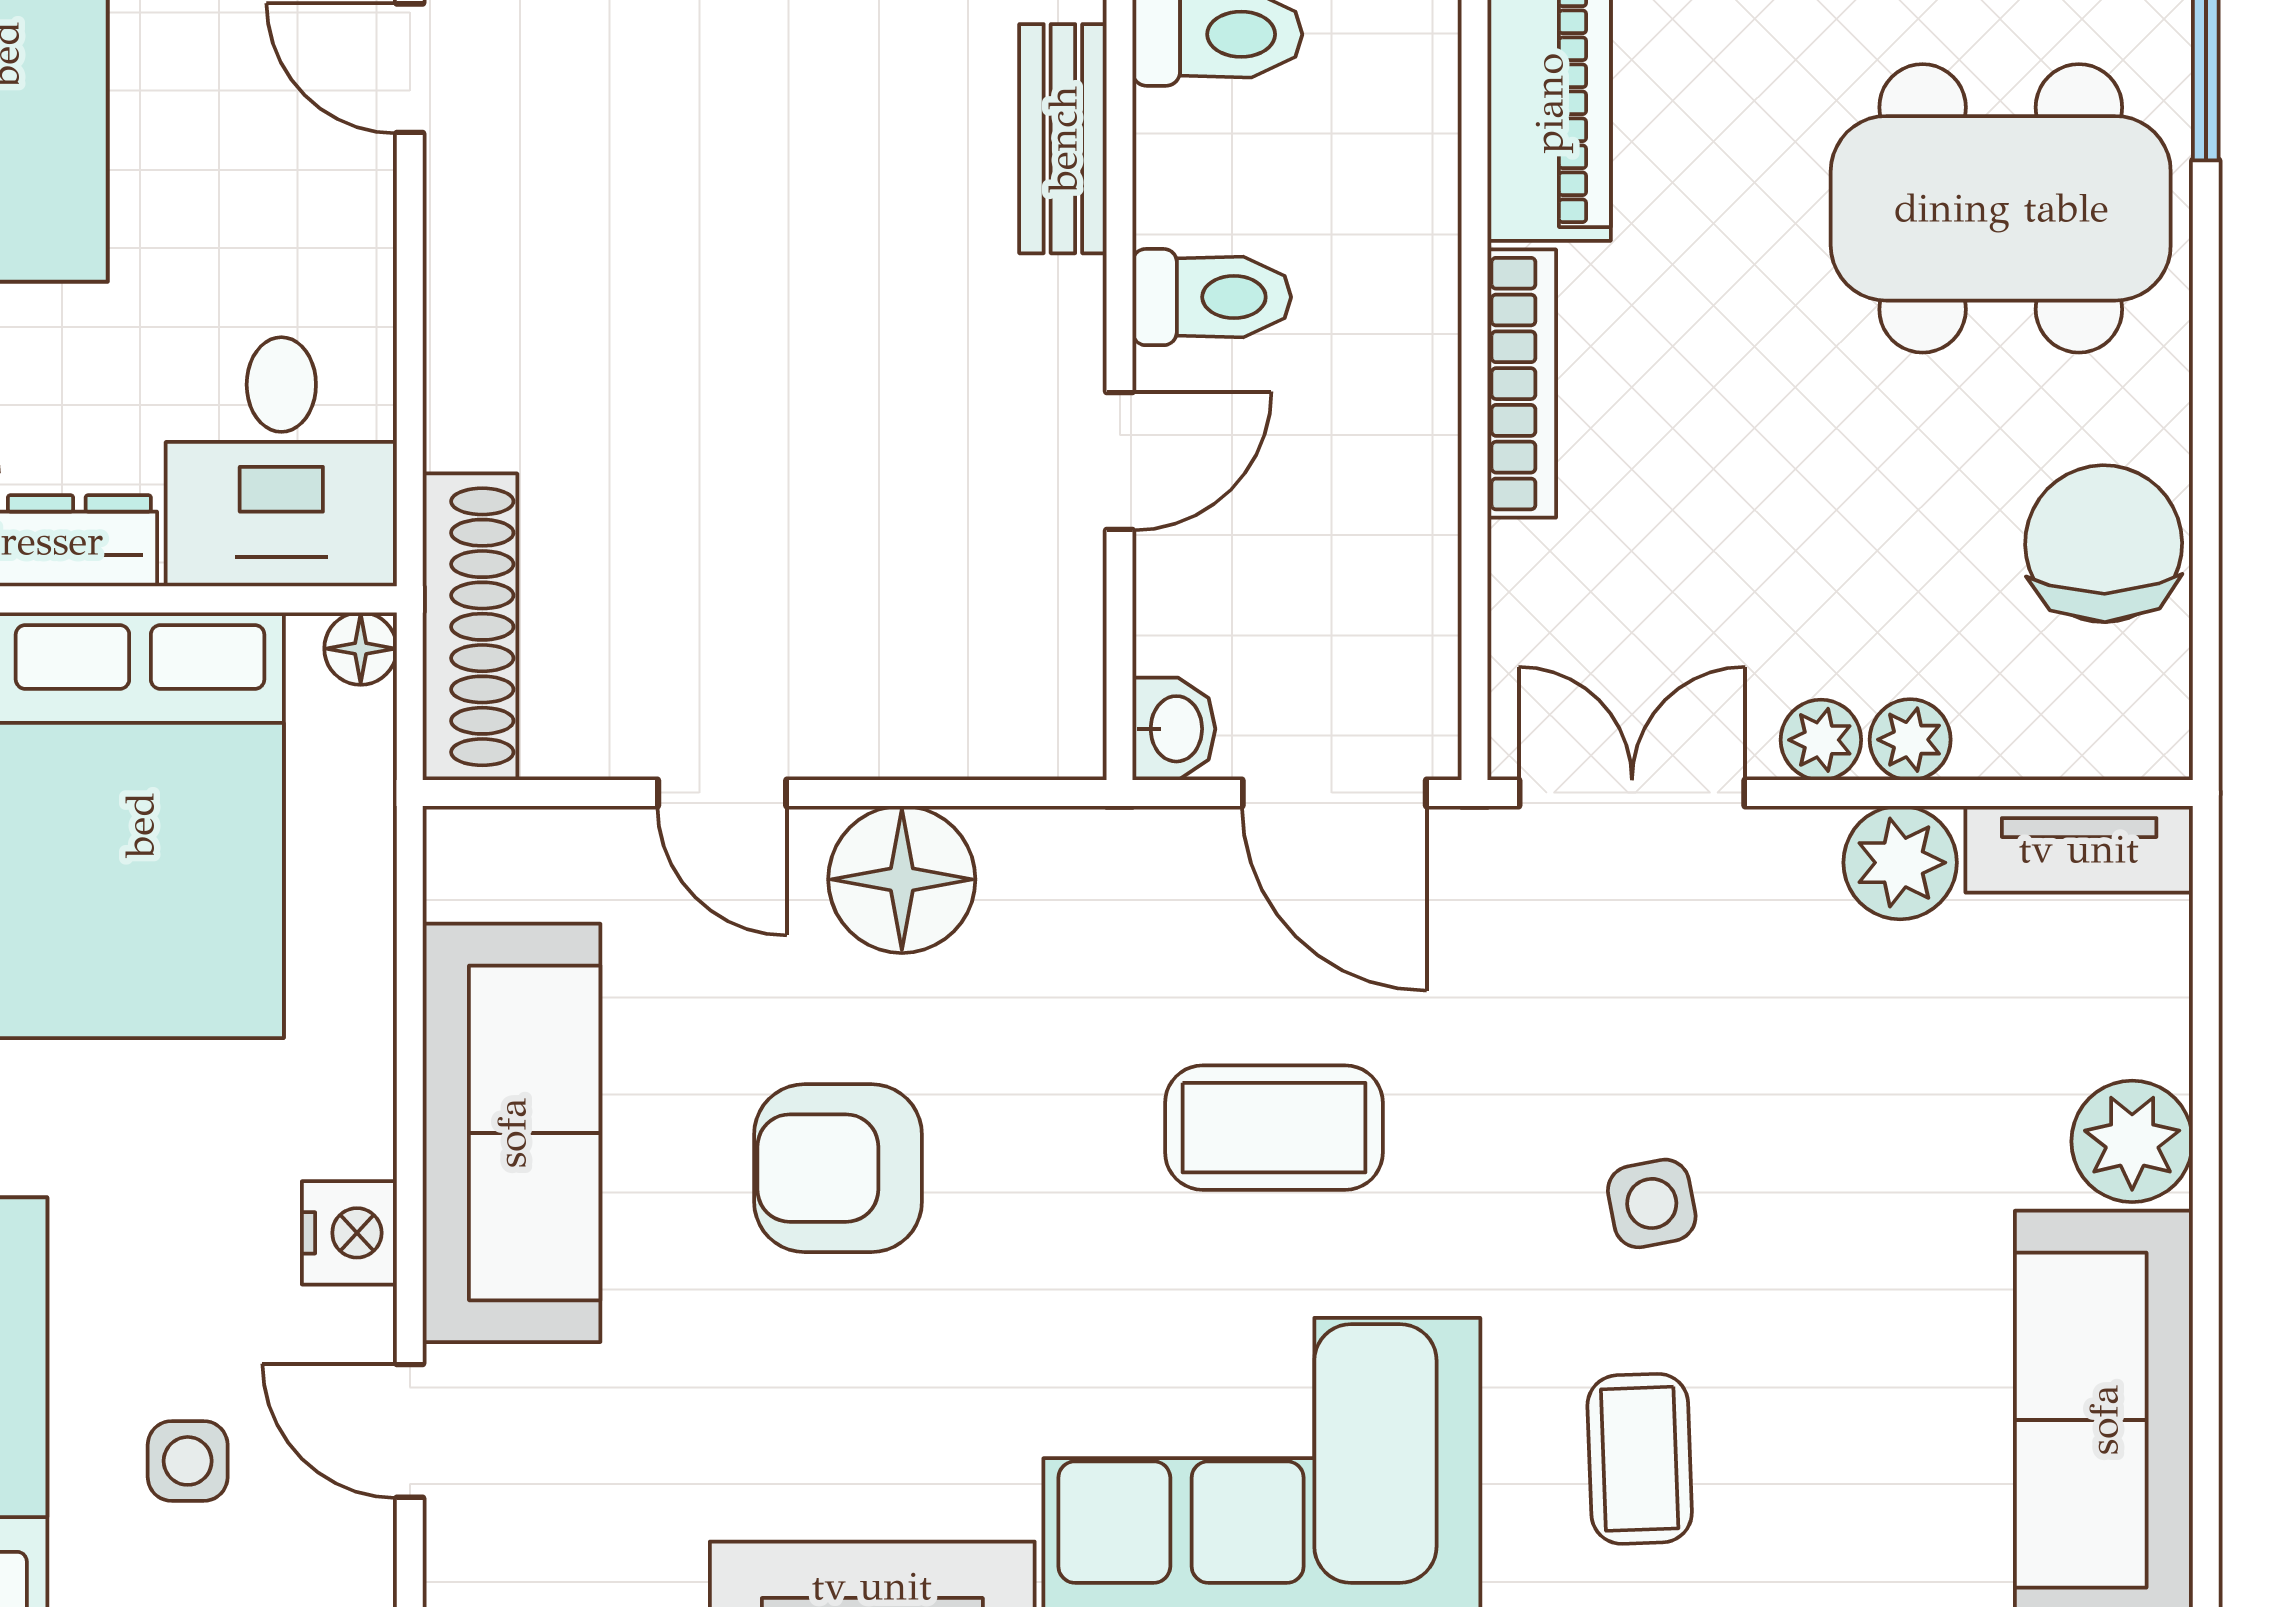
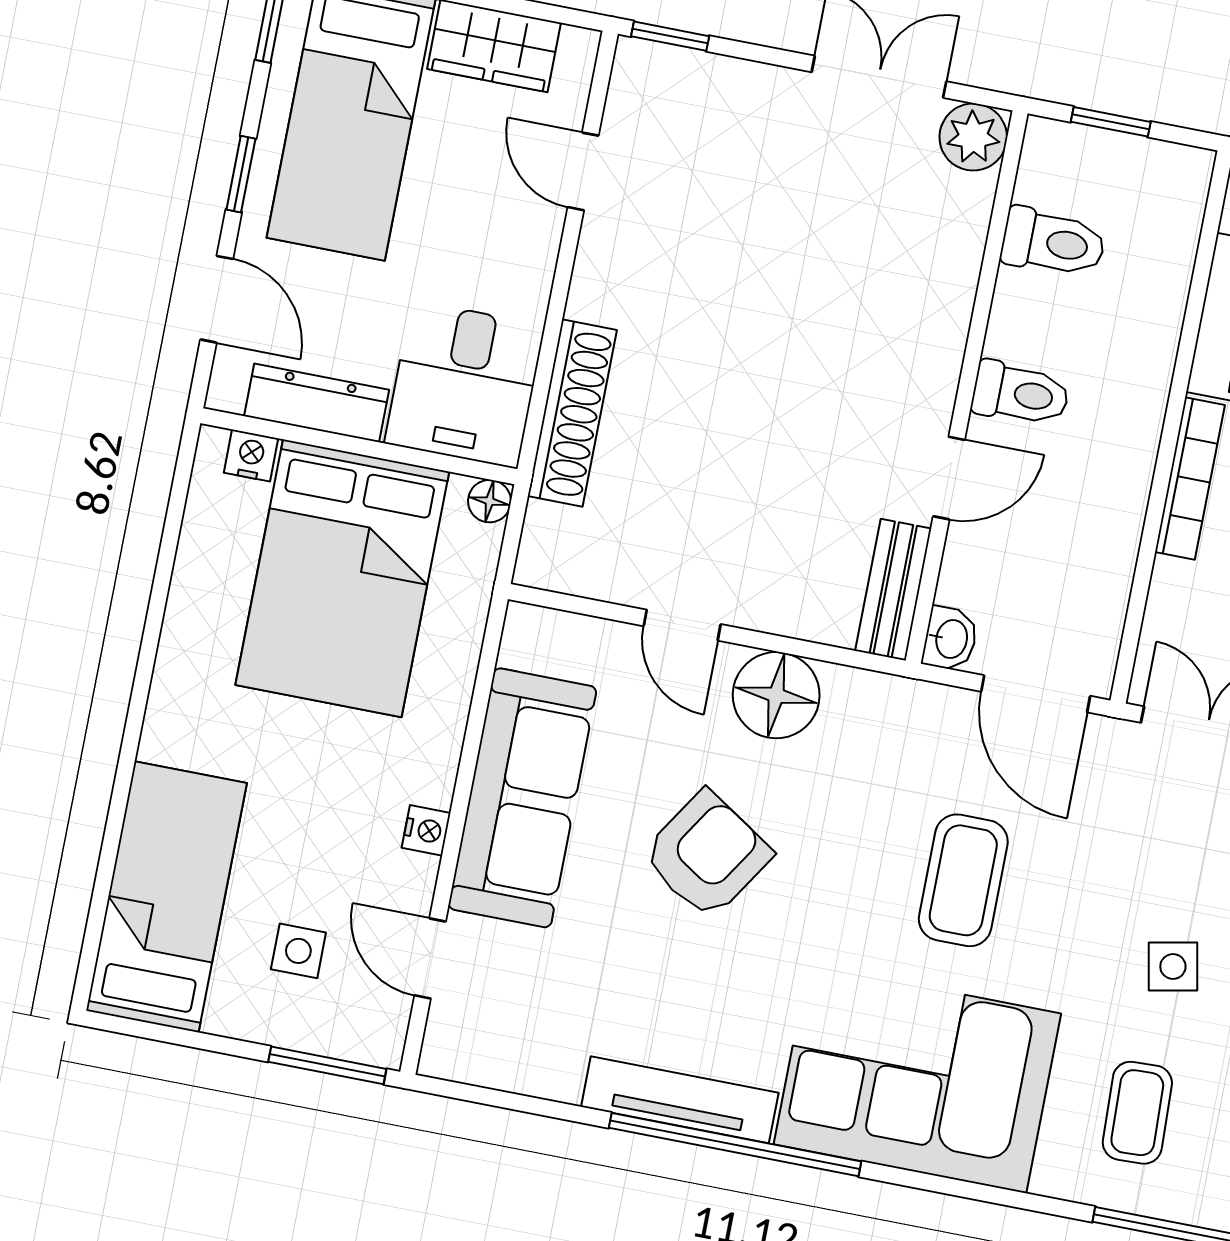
bench: (1063, 139) -> (893, 590), moved
shoe rack: (470, 627) -> (572, 413), moved
coffee table: (1274, 1128) -> (963, 880), turned 90
armchair: (838, 1168) -> (707, 855), turned 123
nightstand: (349, 1233) -> (426, 830), width x0.72, depth x0.74

